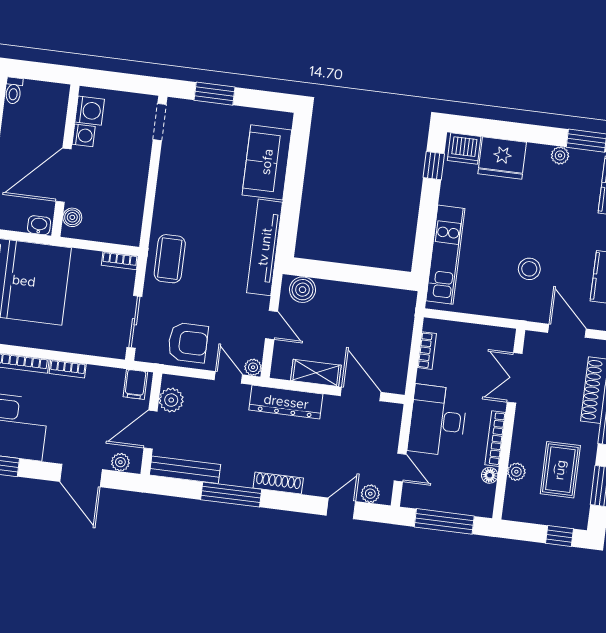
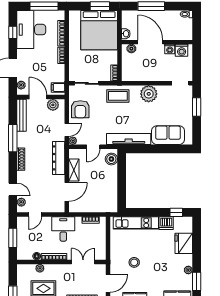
dishwasher: (464, 149) -> (166, 223), moved, turned -90
plant: (173, 193) -> (149, 94), added
desk: (438, 420) -> (63, 229), width x0.73
window: (444, 521) -> (13, 238), width x0.69

